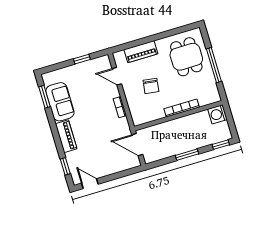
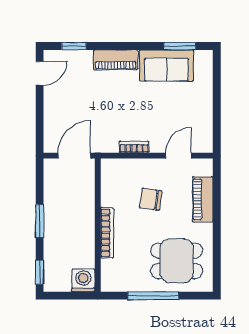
window: (82, 59) -> (217, 114), removed

